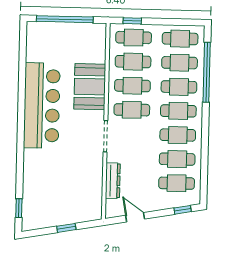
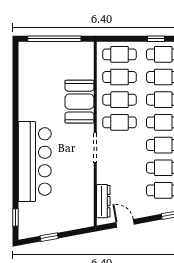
window: (132, 21) -> (156, 39), moved
bar counter: (42, 106) -> (35, 161), moved
dresser: (113, 181) -> (103, 201), moved
window: (66, 228) -> (49, 237), moved

